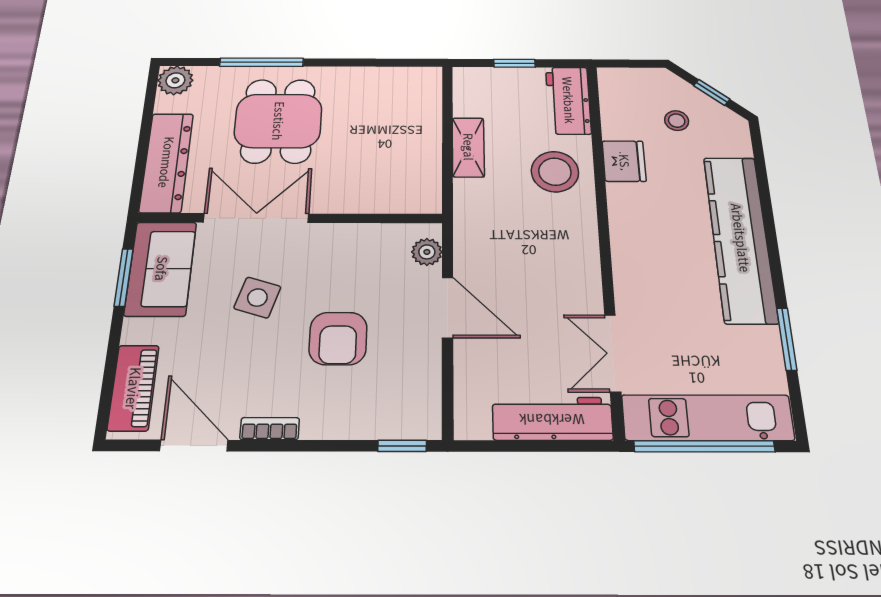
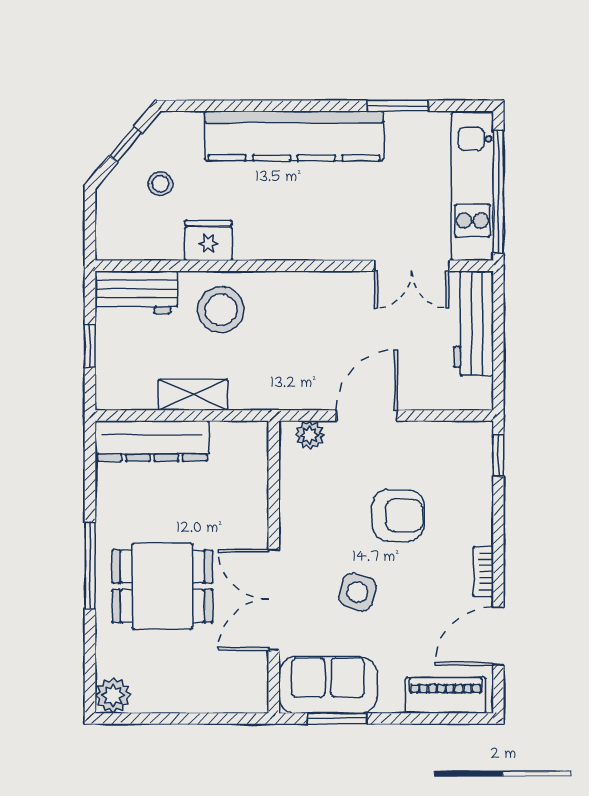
window: (261, 62) -> (90, 566), moved
dresser: (166, 162) -> (152, 441), moved, turned 180

